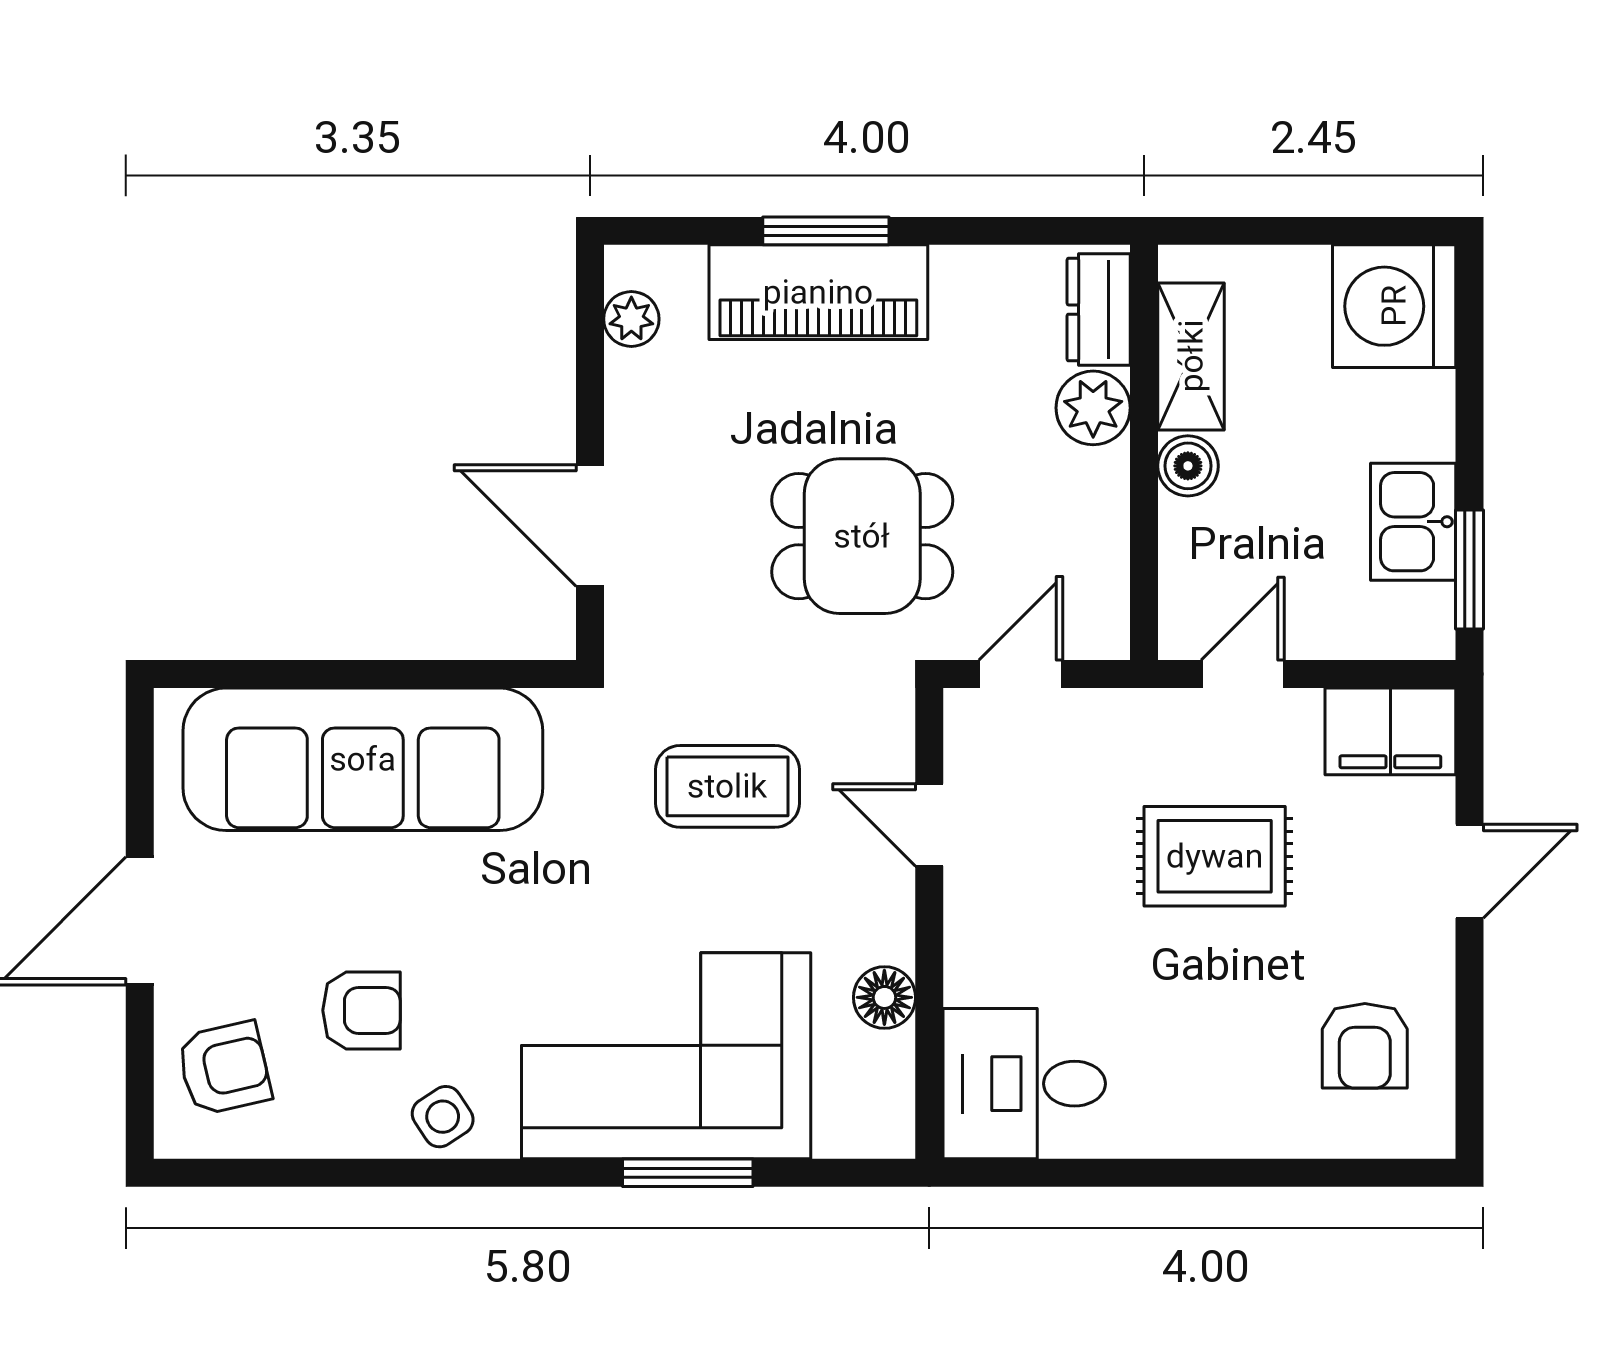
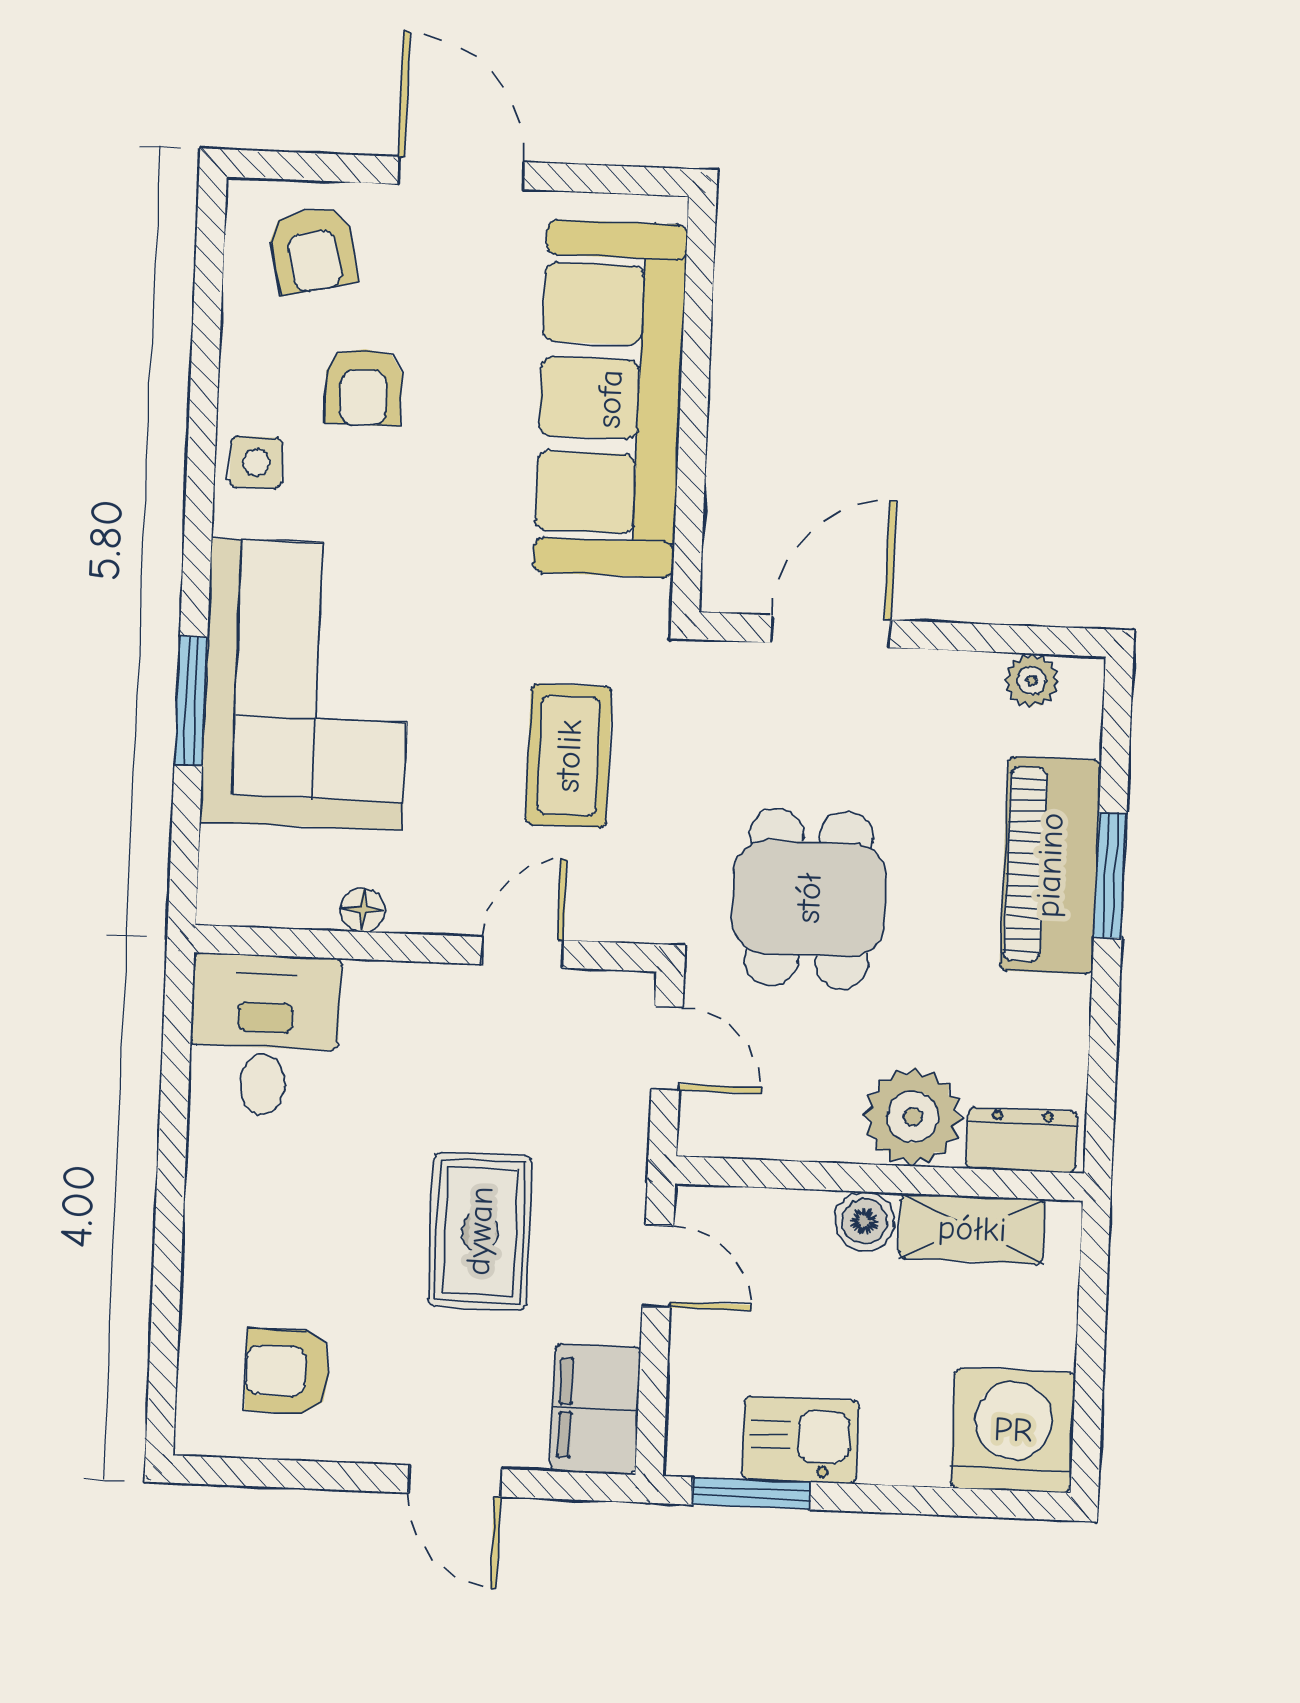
plant: (1093, 408) -> (913, 1117), width x1.36, depth x1.36
floor lamp: (884, 997) -> (363, 910), width x0.73, depth x0.73
side table: (443, 1117) -> (256, 462), turned 33

